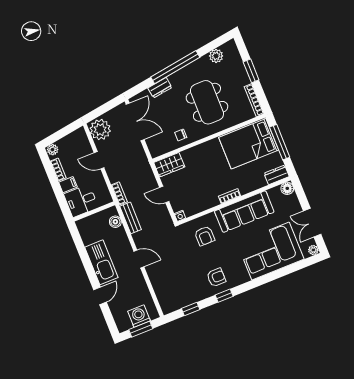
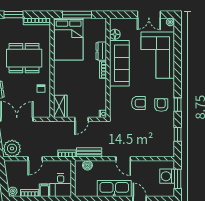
dresser: (277, 175) -> (101, 51), moved
floor lamp: (287, 188) -> (115, 34), moved
armchair: (205, 236) -> (138, 103), moved
door: (139, 259) -> (123, 159), swing flipped

